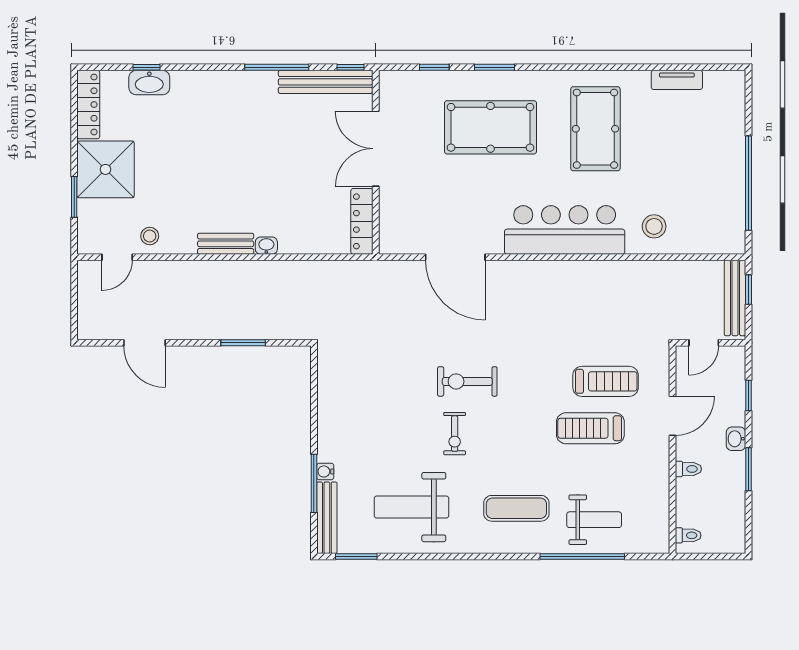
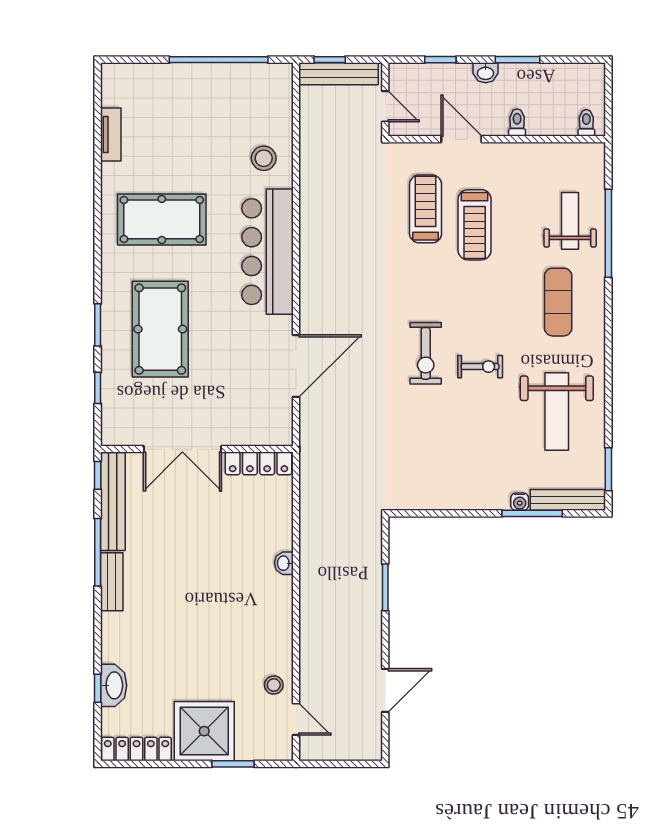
bench: (226, 244) -> (112, 582), moved

